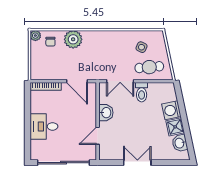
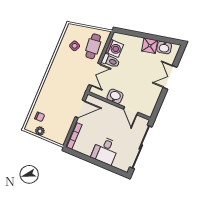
plant: (35, 36) -> (40, 131), moved
plant: (73, 39) -> (45, 98), removed
washing machine: (171, 110) -> (114, 48), moved, turned -78
double door: (137, 163) -> (170, 77), moved

